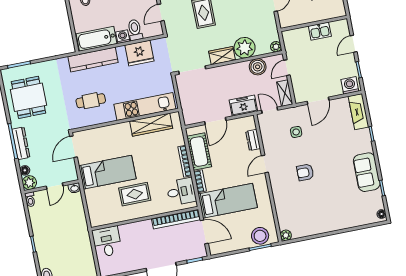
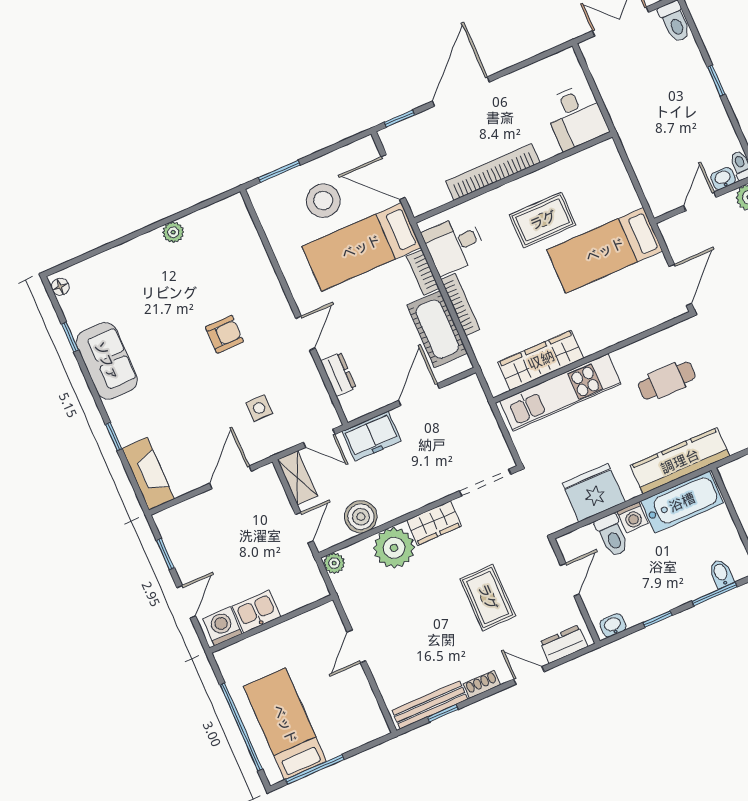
washing machine: (350, 85) -> (222, 626), moved, turned 180
washbasin: (74, 188) -> (723, 179), moved
bookcase: (176, 219) -> (493, 172), moved
plant: (286, 235) -> (173, 232), moved
stool: (260, 236) -> (323, 201), moved

